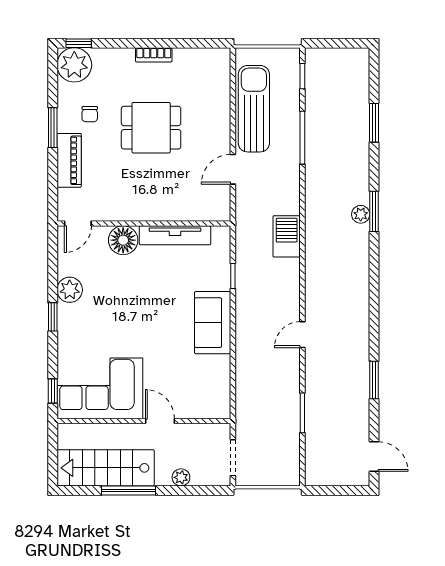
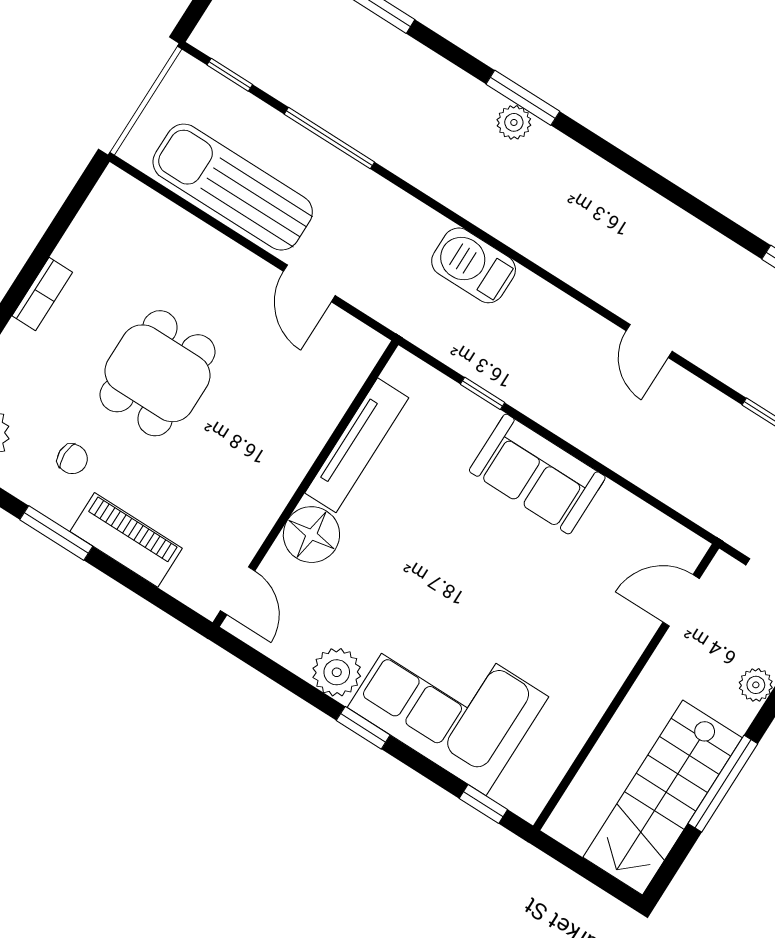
corner sofa: (100, 388) -> (448, 702), moved, turned 90
door: (160, 421) -> (681, 600), moved

